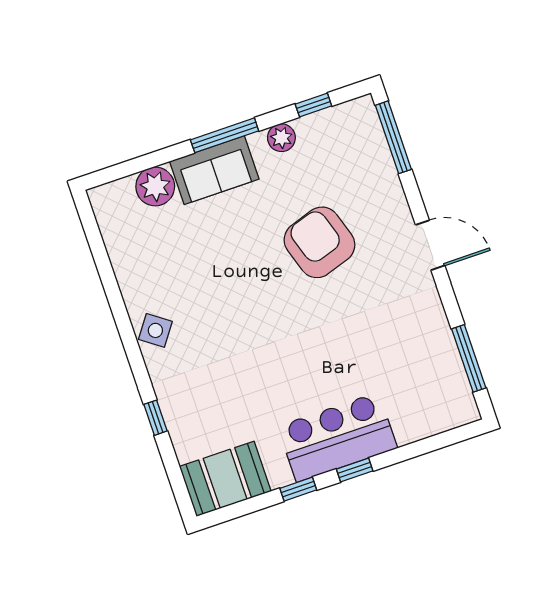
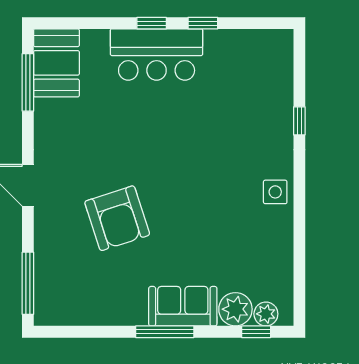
window: (313, 105) -> (256, 332), moved
plant: (281, 138) -> (266, 314), moved
side table: (155, 330) -> (275, 192), turned -36
booth: (225, 479) -> (56, 63), moved, turned 90

